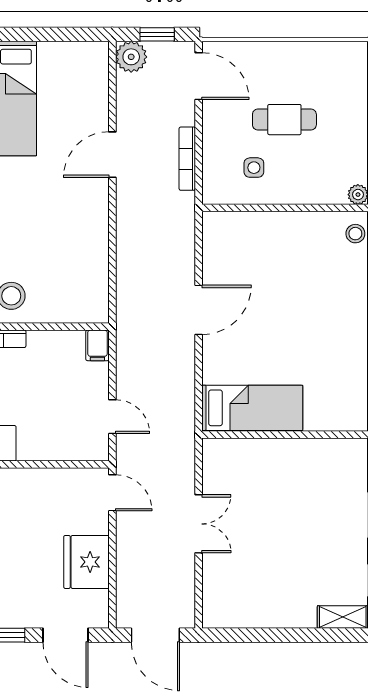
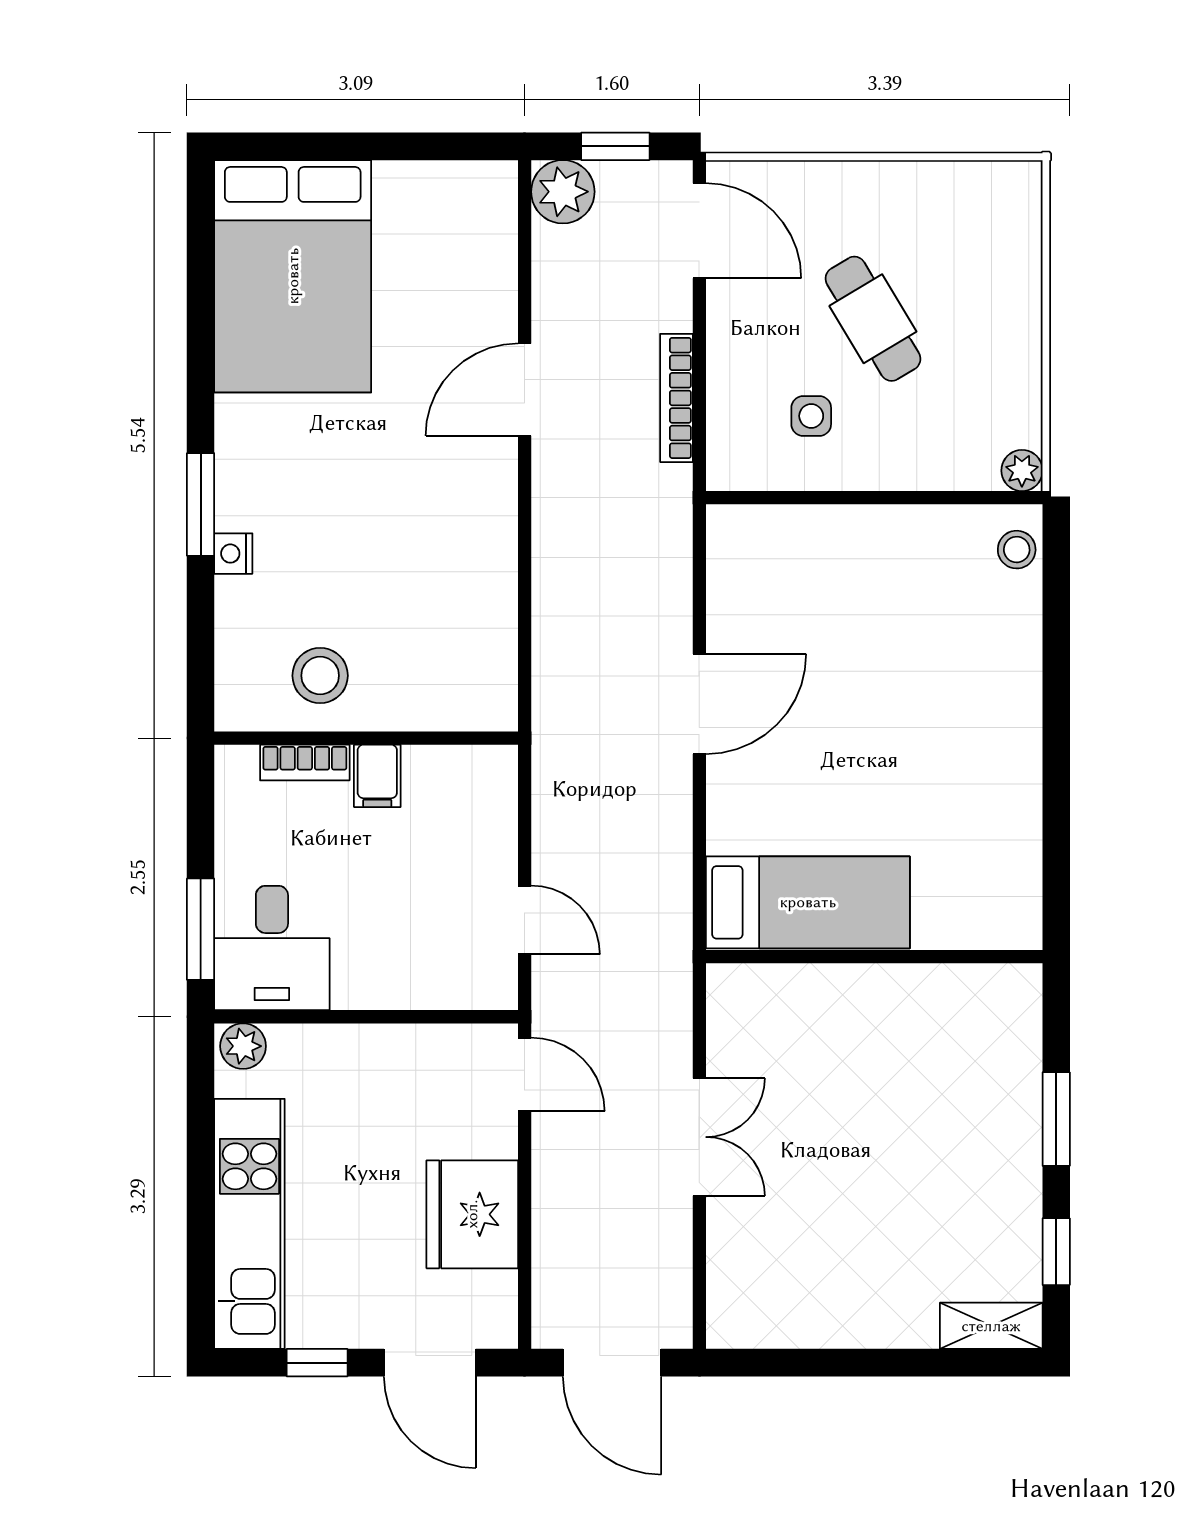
cafe table: (284, 120) -> (873, 319), turned 59
filing cabinet: (97, 345) -> (377, 776), moved

